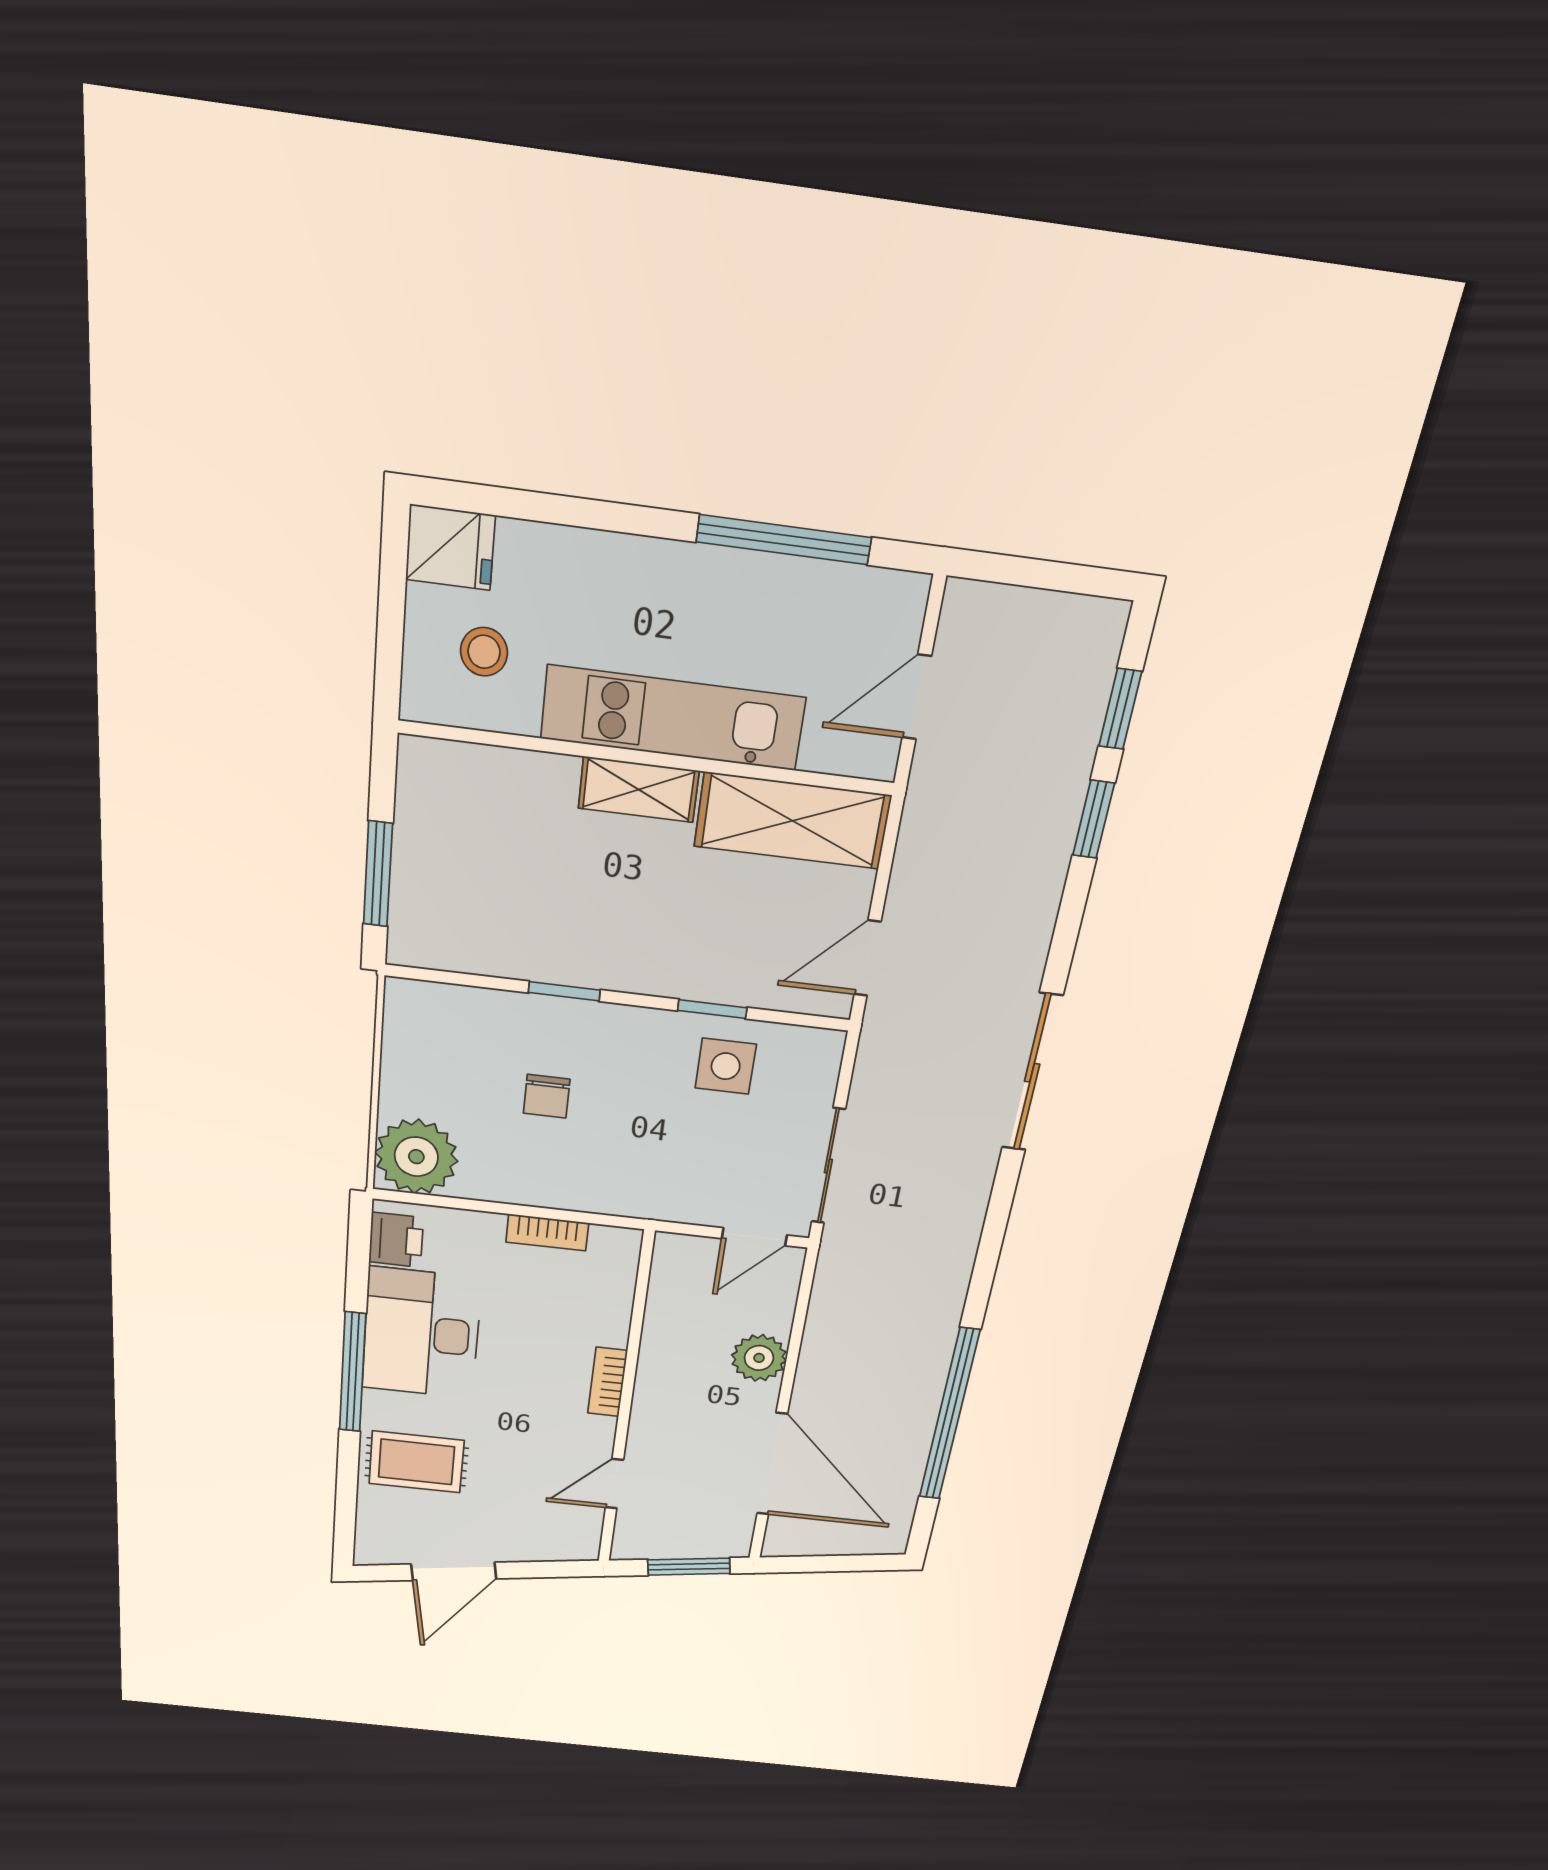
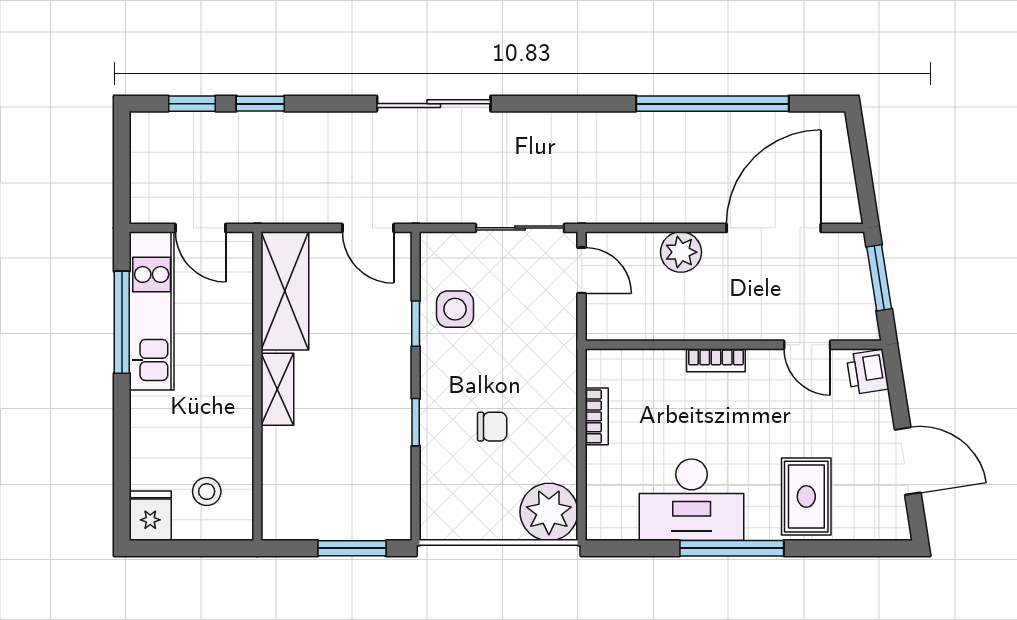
kitchen unit: (673, 718) -> (152, 311), moved, turned 180
printer: (396, 1240) -> (868, 372), moved, turned -99

